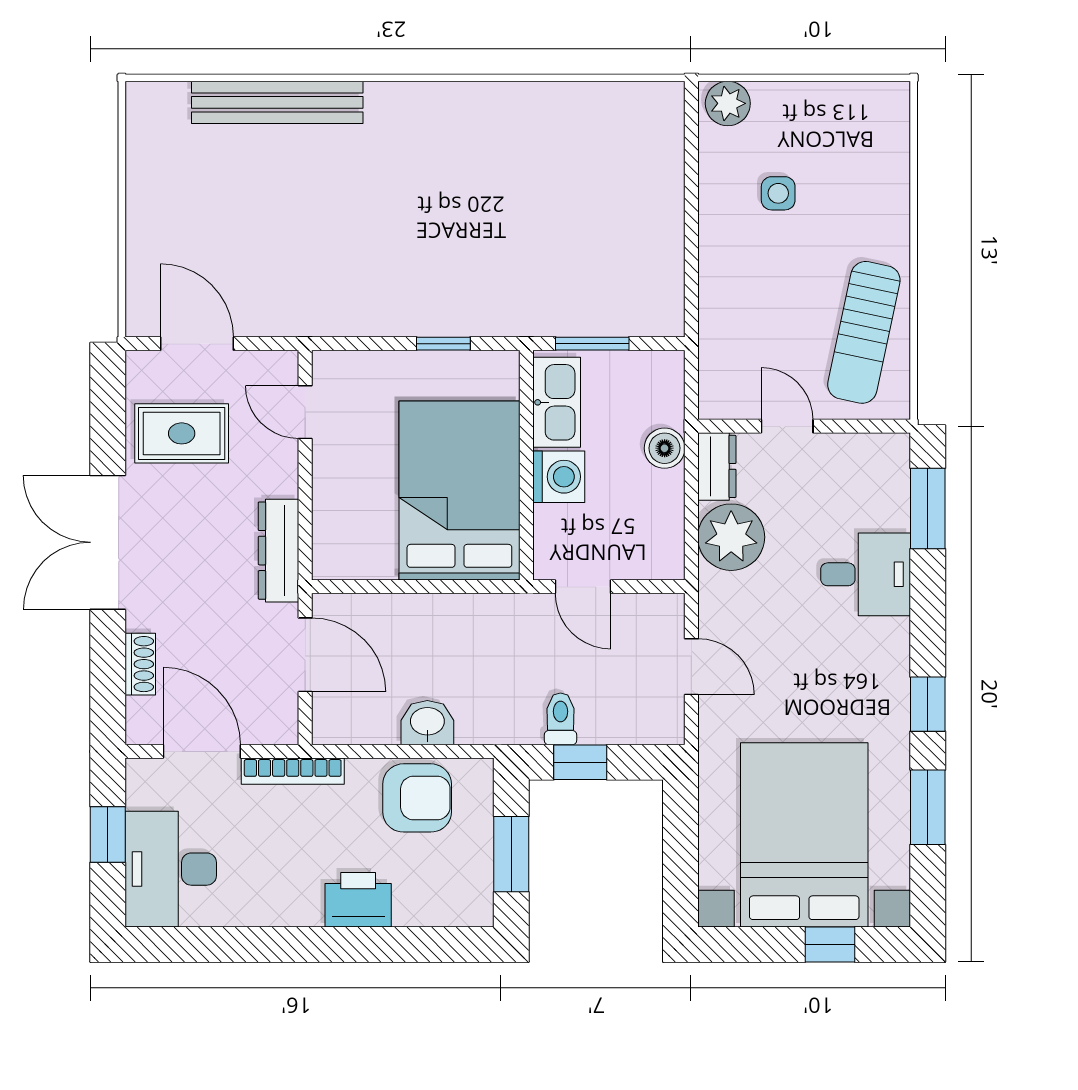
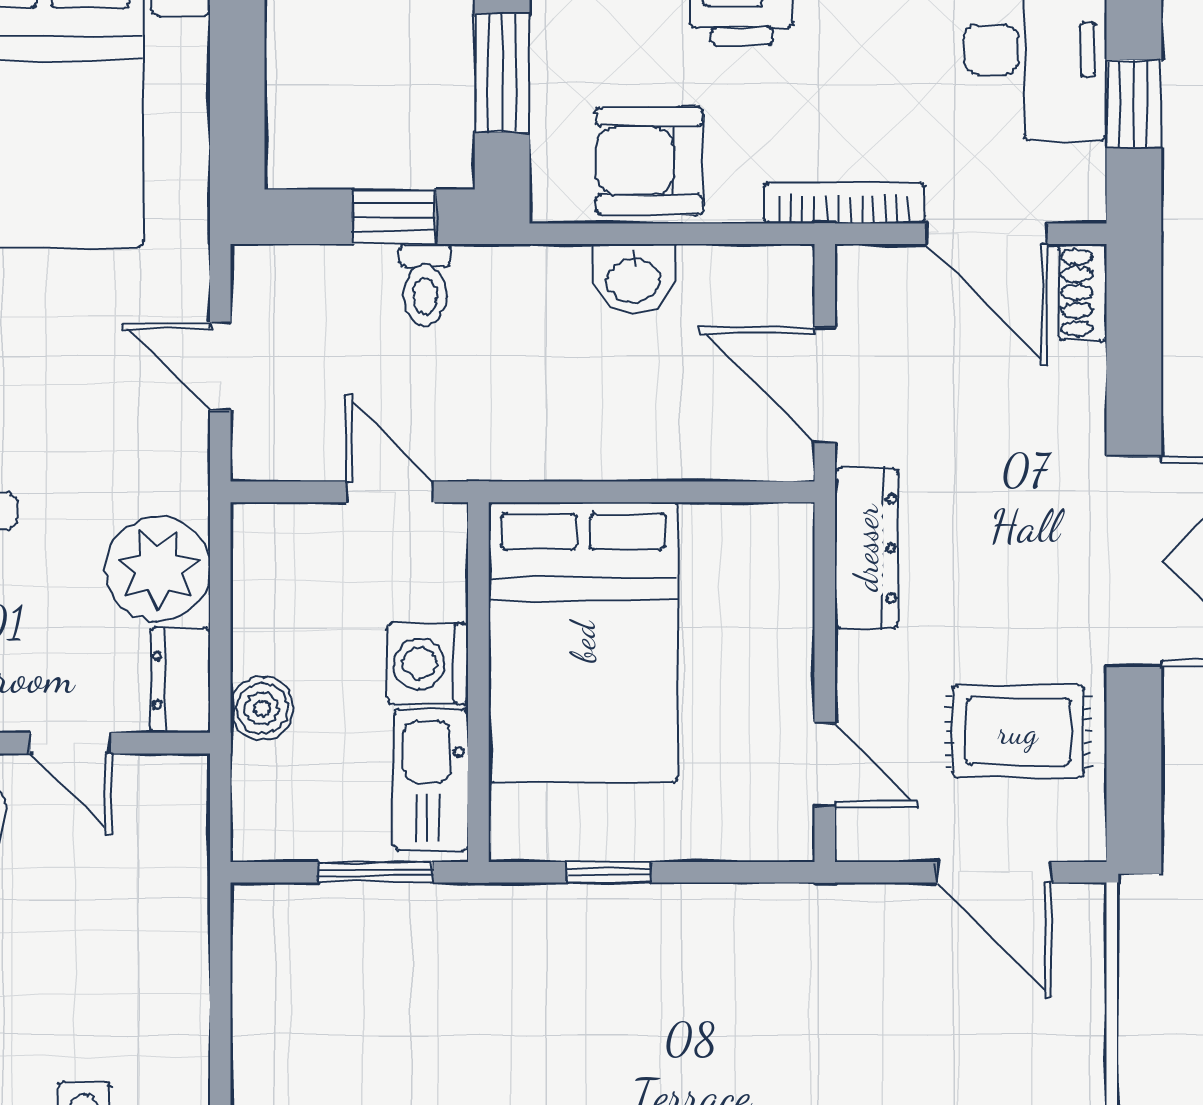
shoe rack: (140, 664) -> (1083, 293), moved

